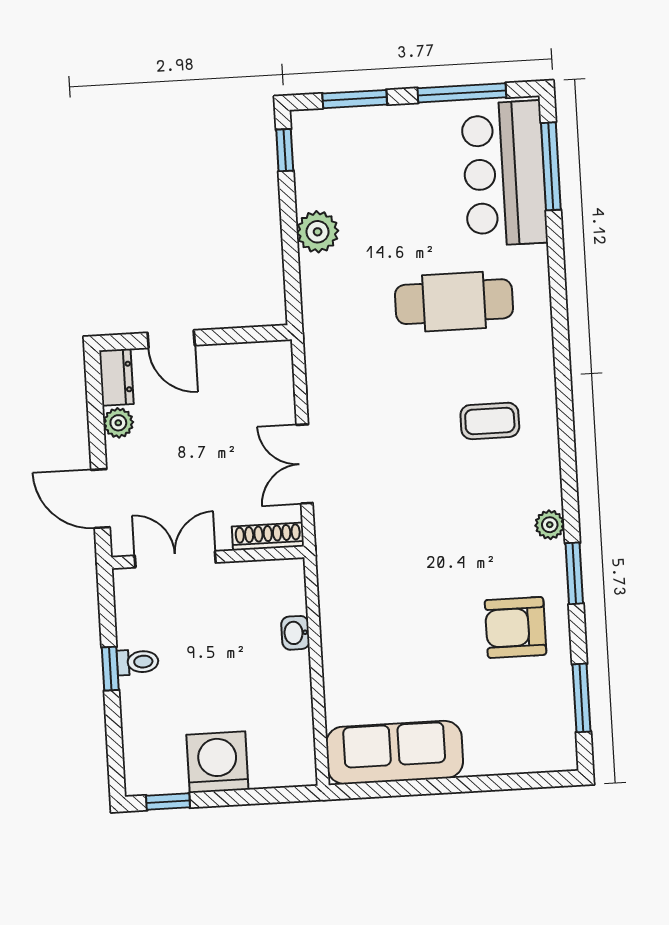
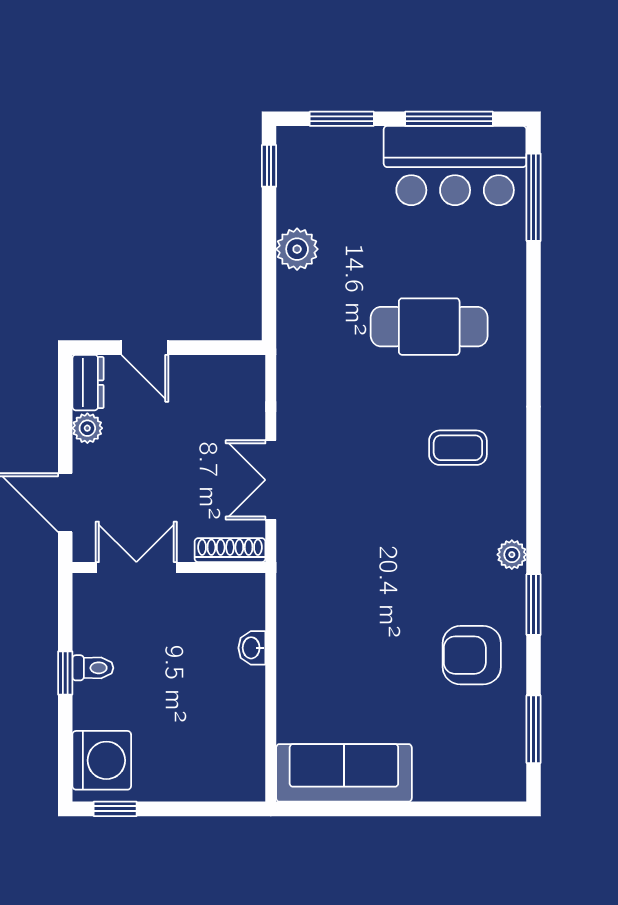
bar counter: (504, 174) -> (455, 166), moved, turned -90
washing machine: (217, 762) -> (102, 760), moved, turned 90

